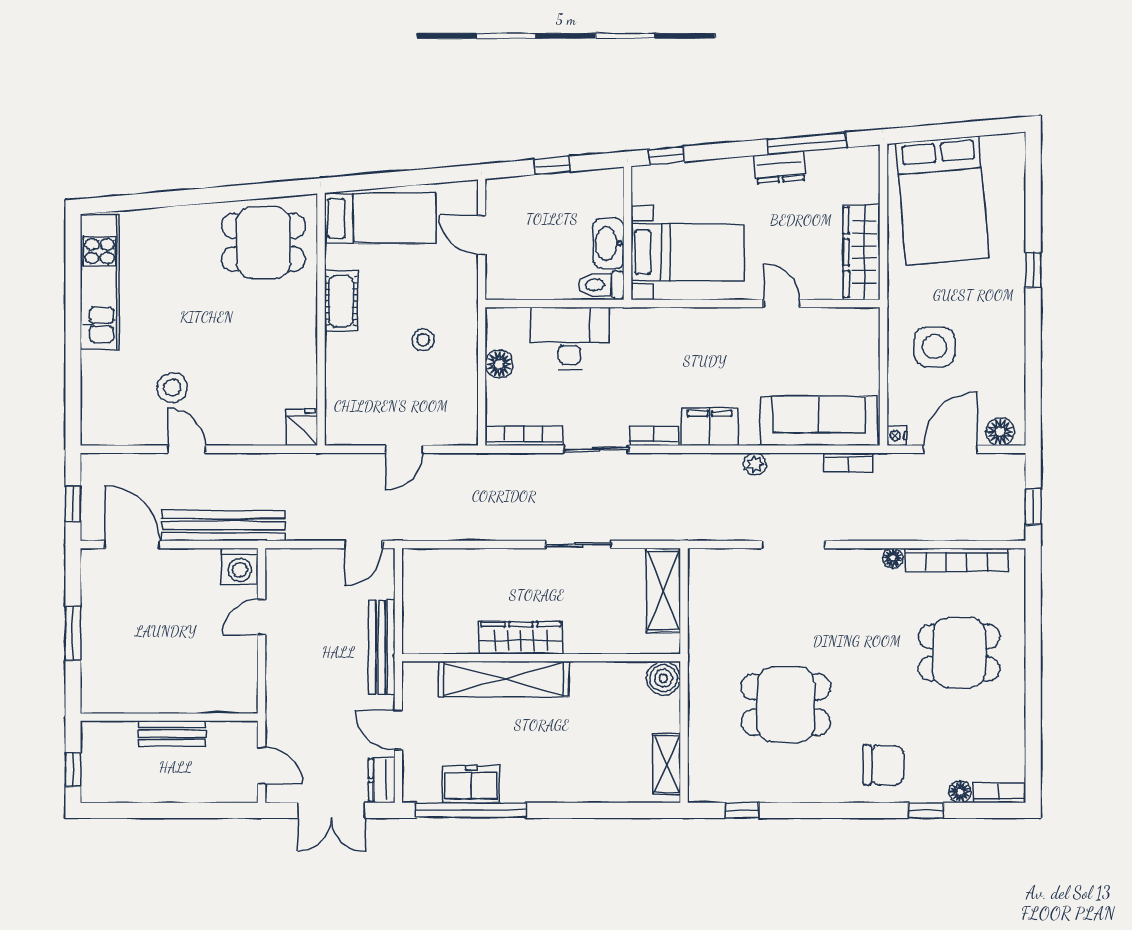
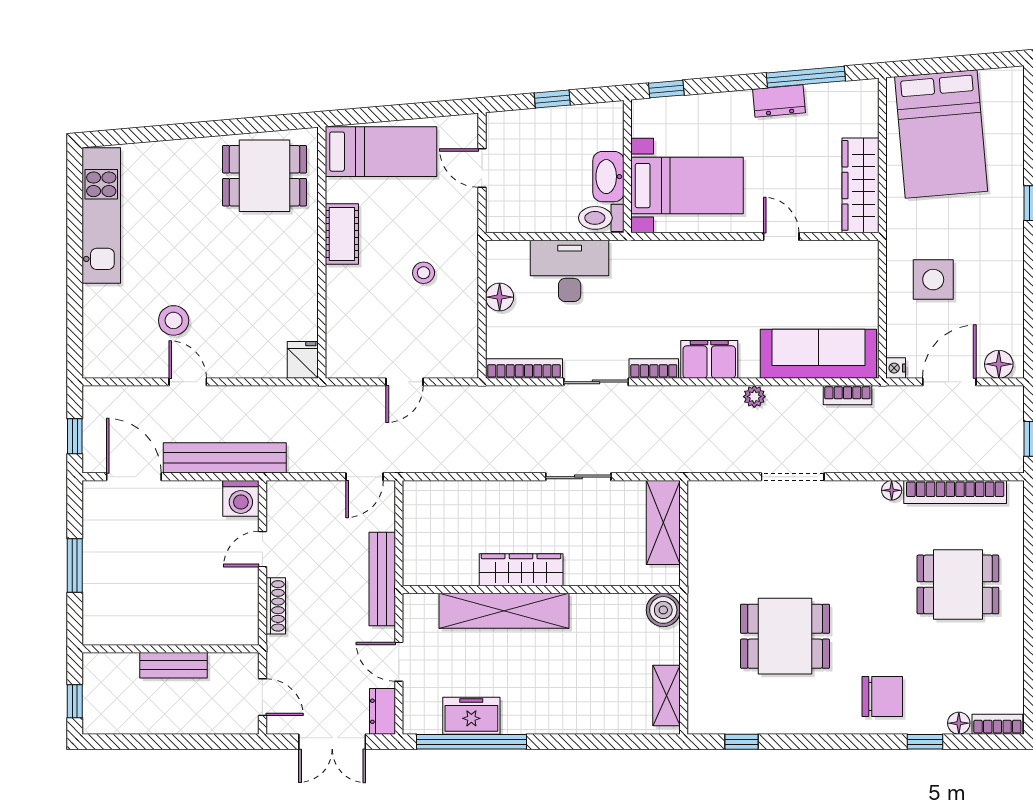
shoe rack: (275, 674) -> (276, 606), added

